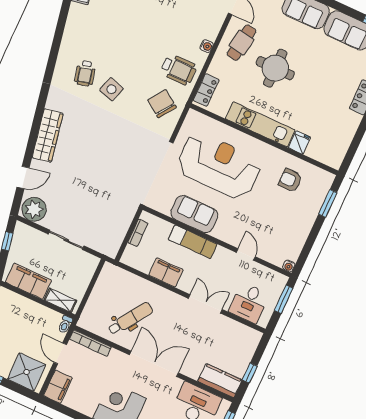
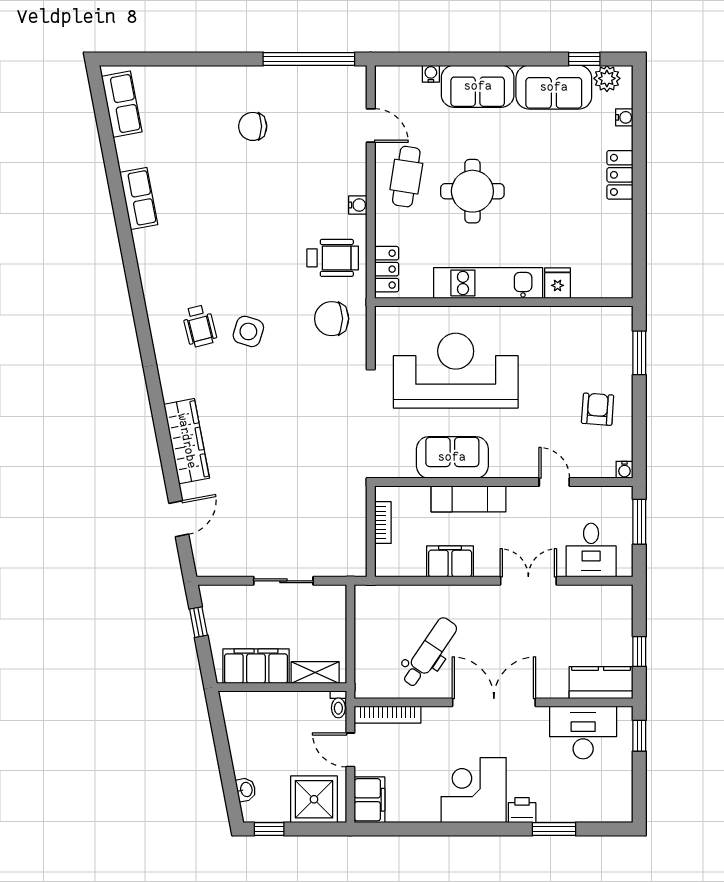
chair: (162, 104) -> (332, 319), turned -35
armchair: (290, 180) -> (598, 409), moved, turned 94
plant: (34, 209) -> (216, 558), removed

